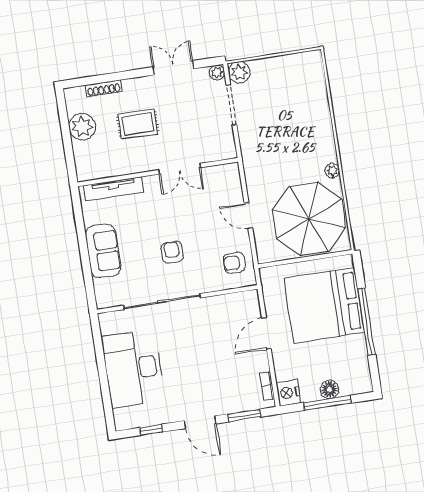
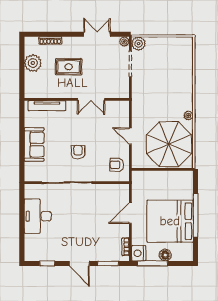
bed: (324, 305) -> (170, 221), moved
desk: (133, 368) -> (38, 216), width x0.73, depth x0.77
window: (327, 403) -> (152, 263), moved

